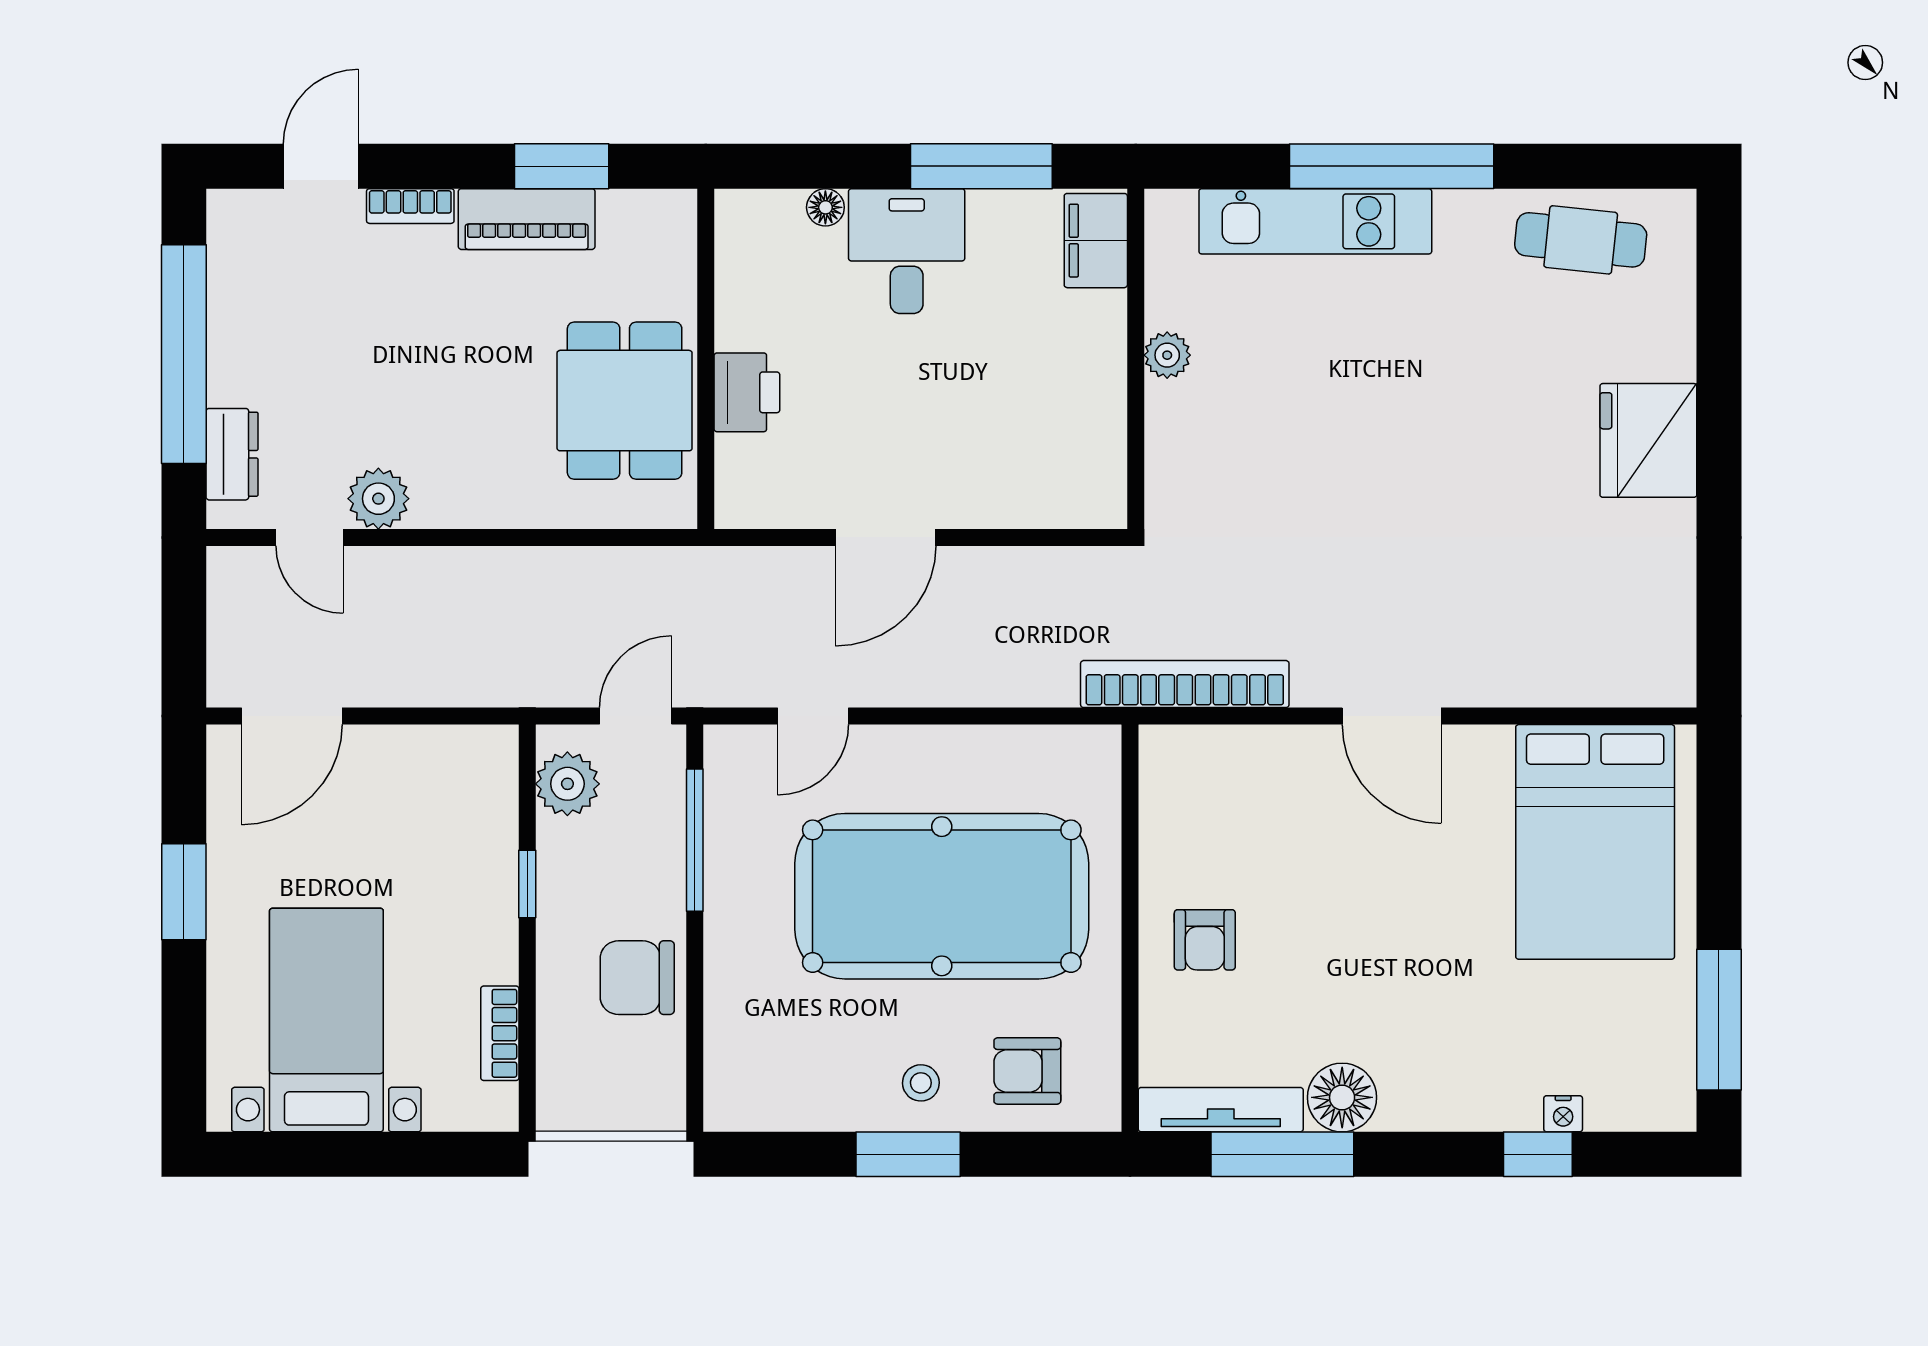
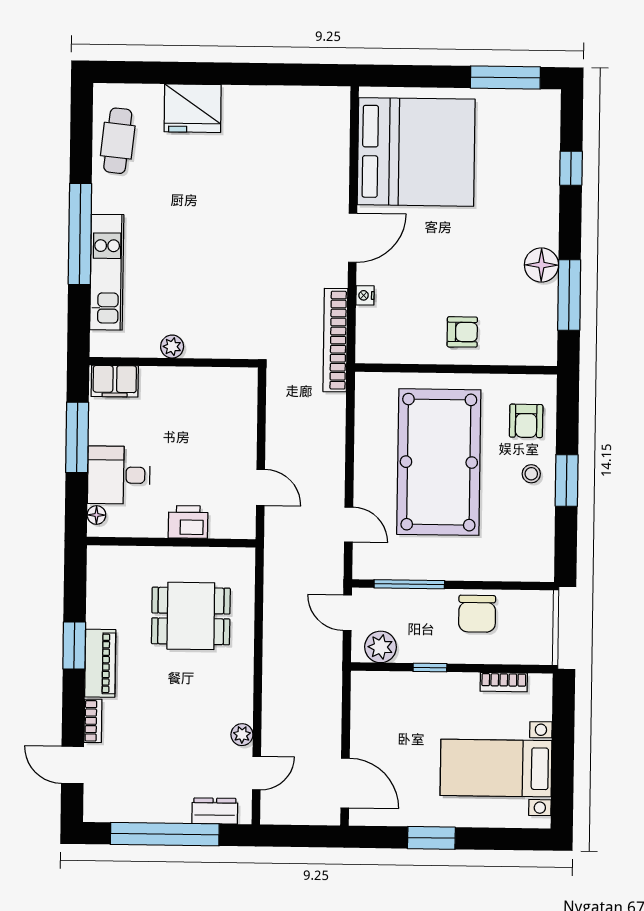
wall: (706, 359) -> (171, 542), moved
printer: (747, 392) -> (188, 522), moved
fridge: (1648, 440) -> (193, 108), moved
plant: (378, 499) -> (242, 735), width x0.73, depth x0.73
door: (886, 537) -> (261, 487), width x0.73
bed: (1595, 842) -> (416, 152), width x1.36
tv unit: (1221, 1110) -> (547, 325), removed
nightstand: (1563, 1114) -> (365, 295), moved, turned 180

